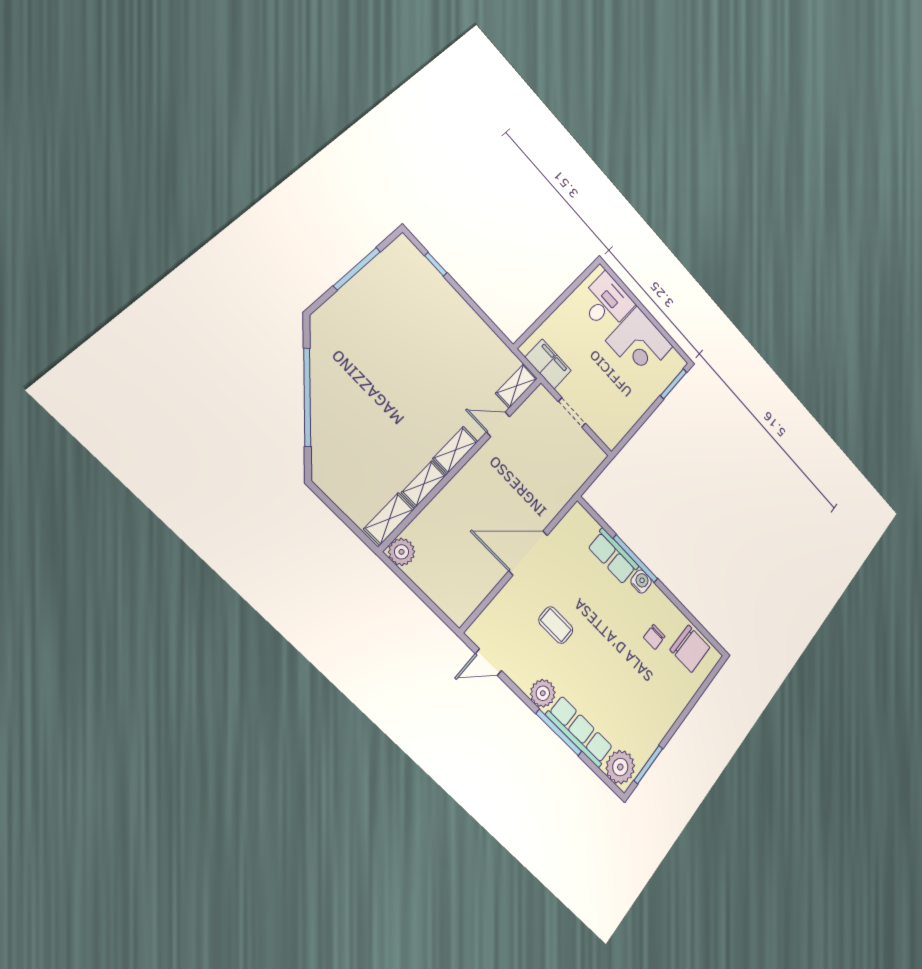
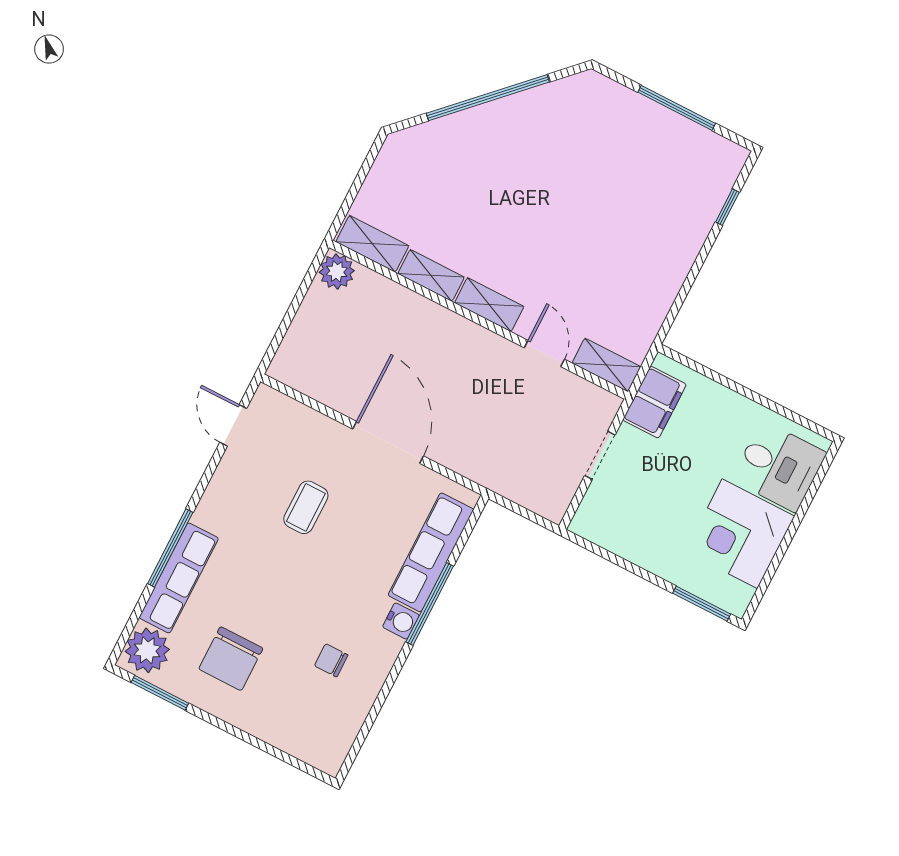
row of seats: (613, 556) -> (431, 552), width x1.48
chair: (690, 649) -> (231, 659), moved
plant: (543, 693) -> (214, 512), removed

